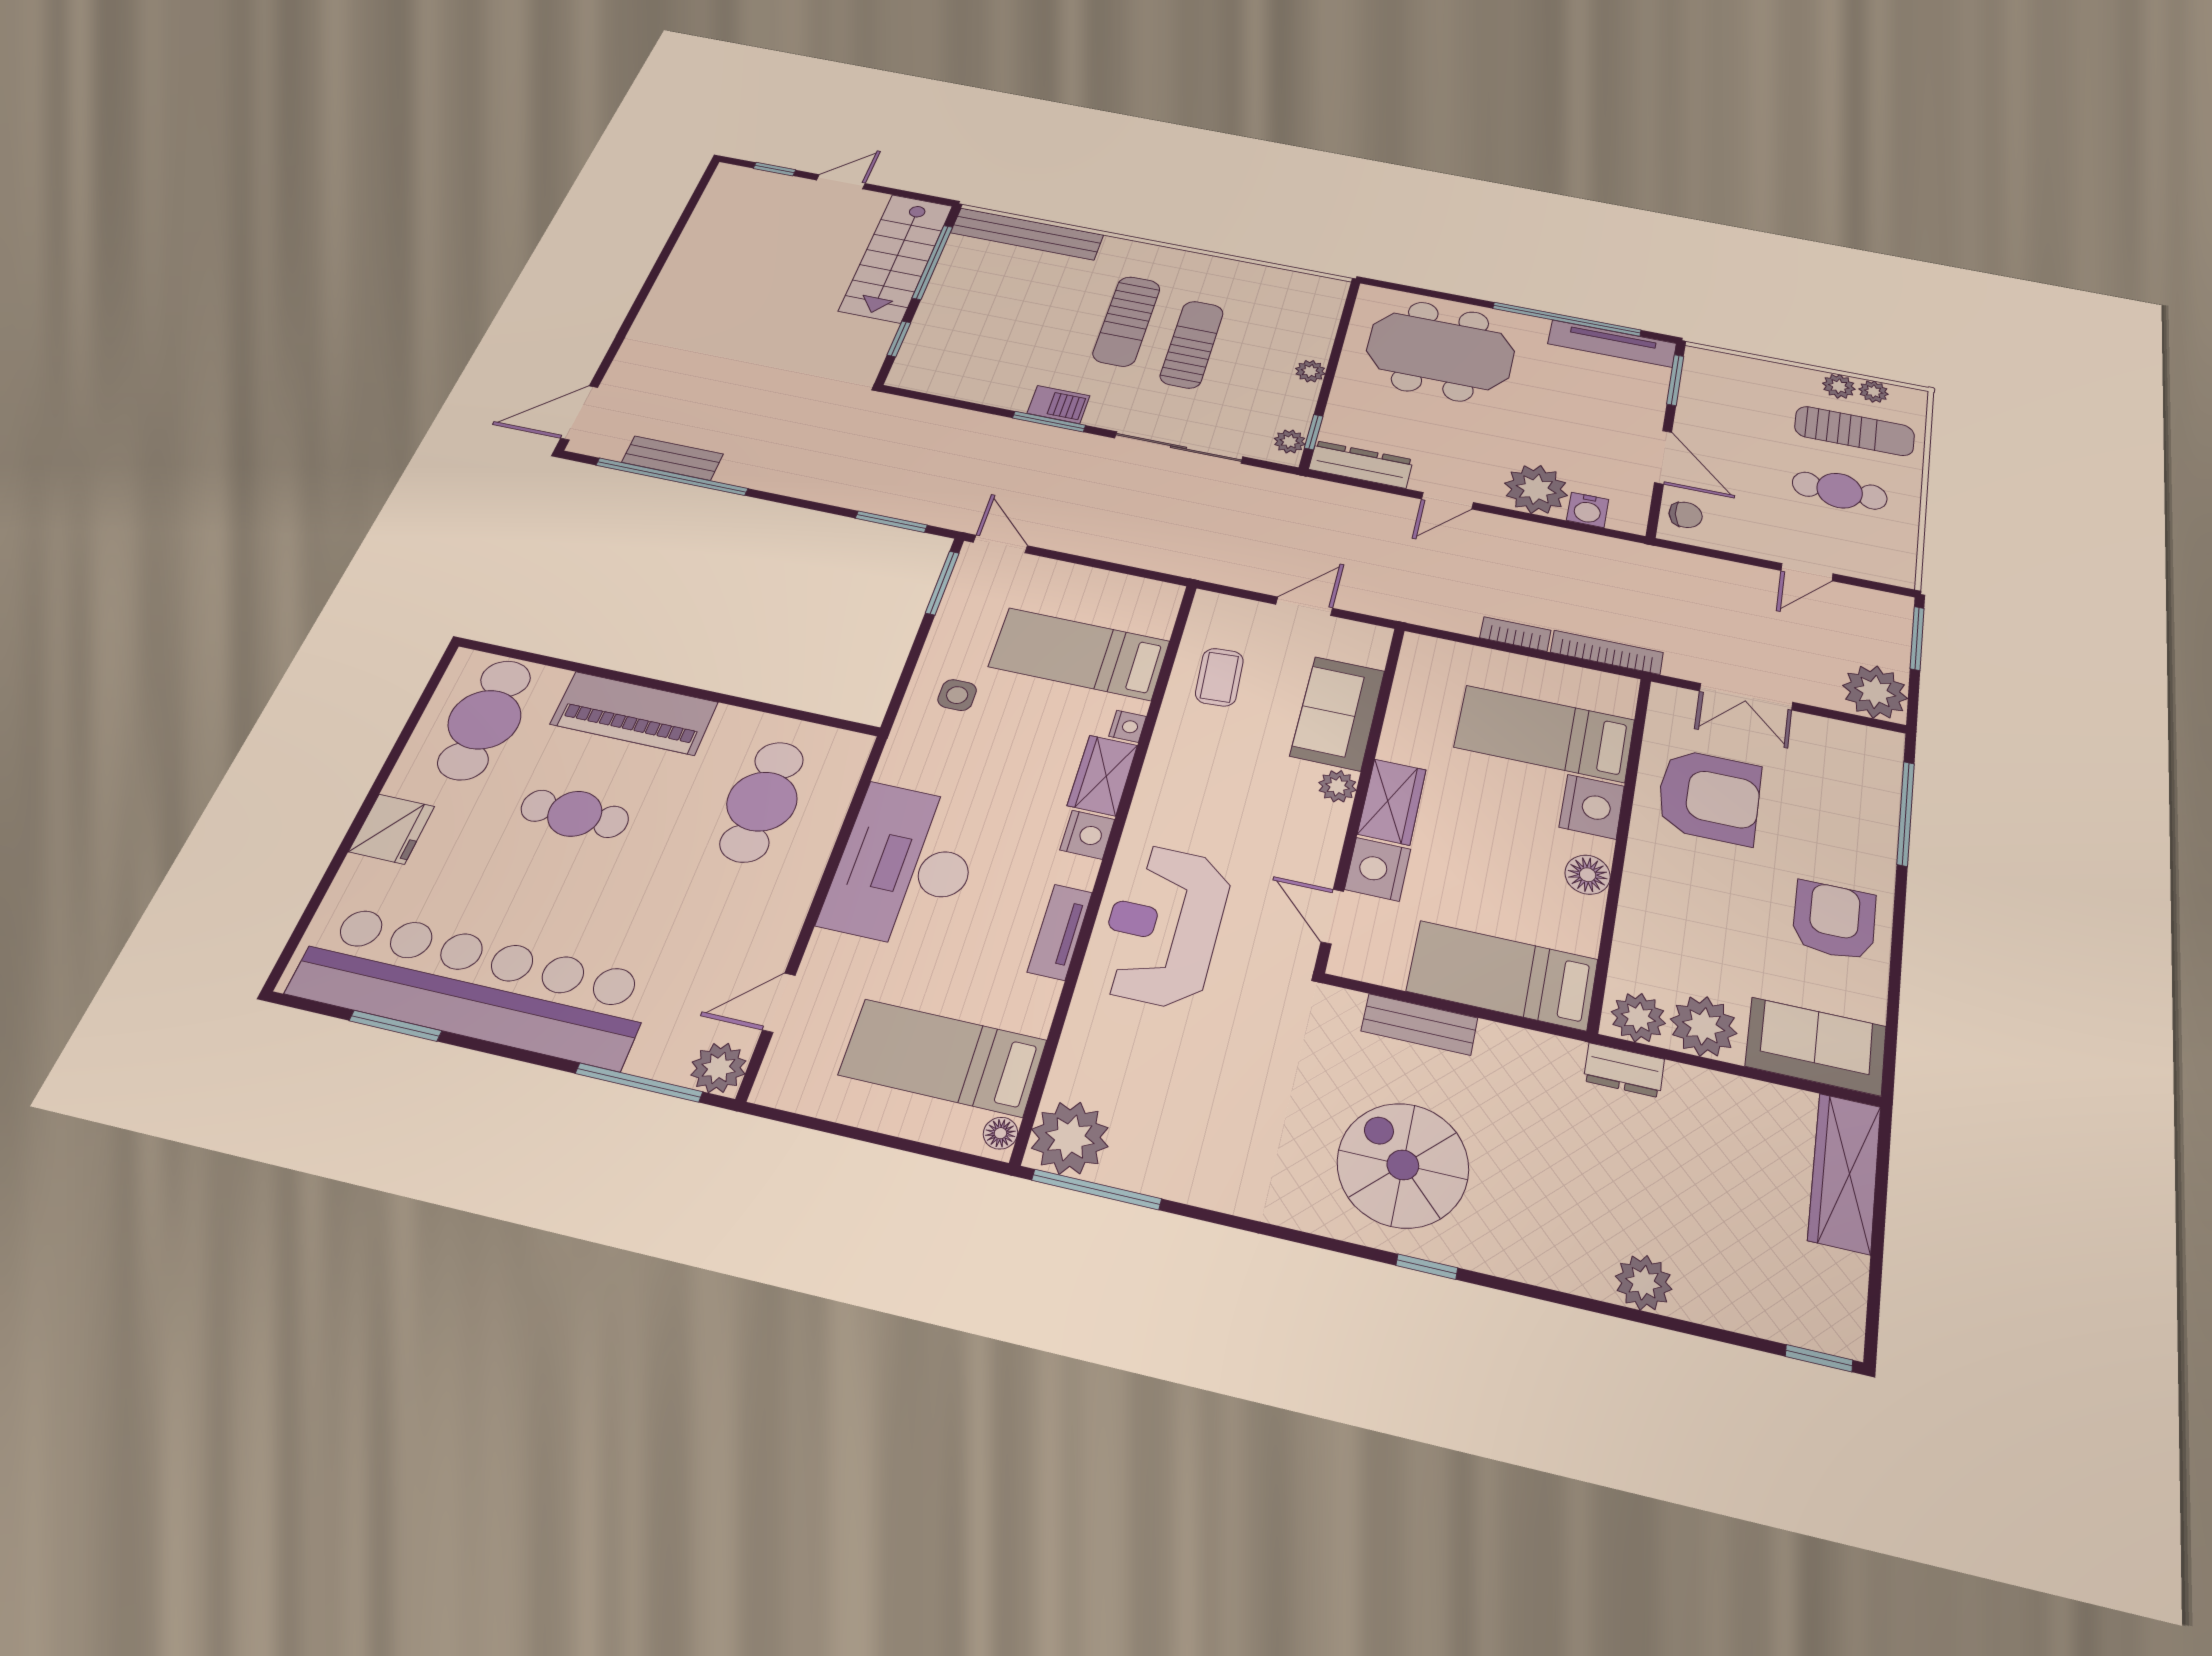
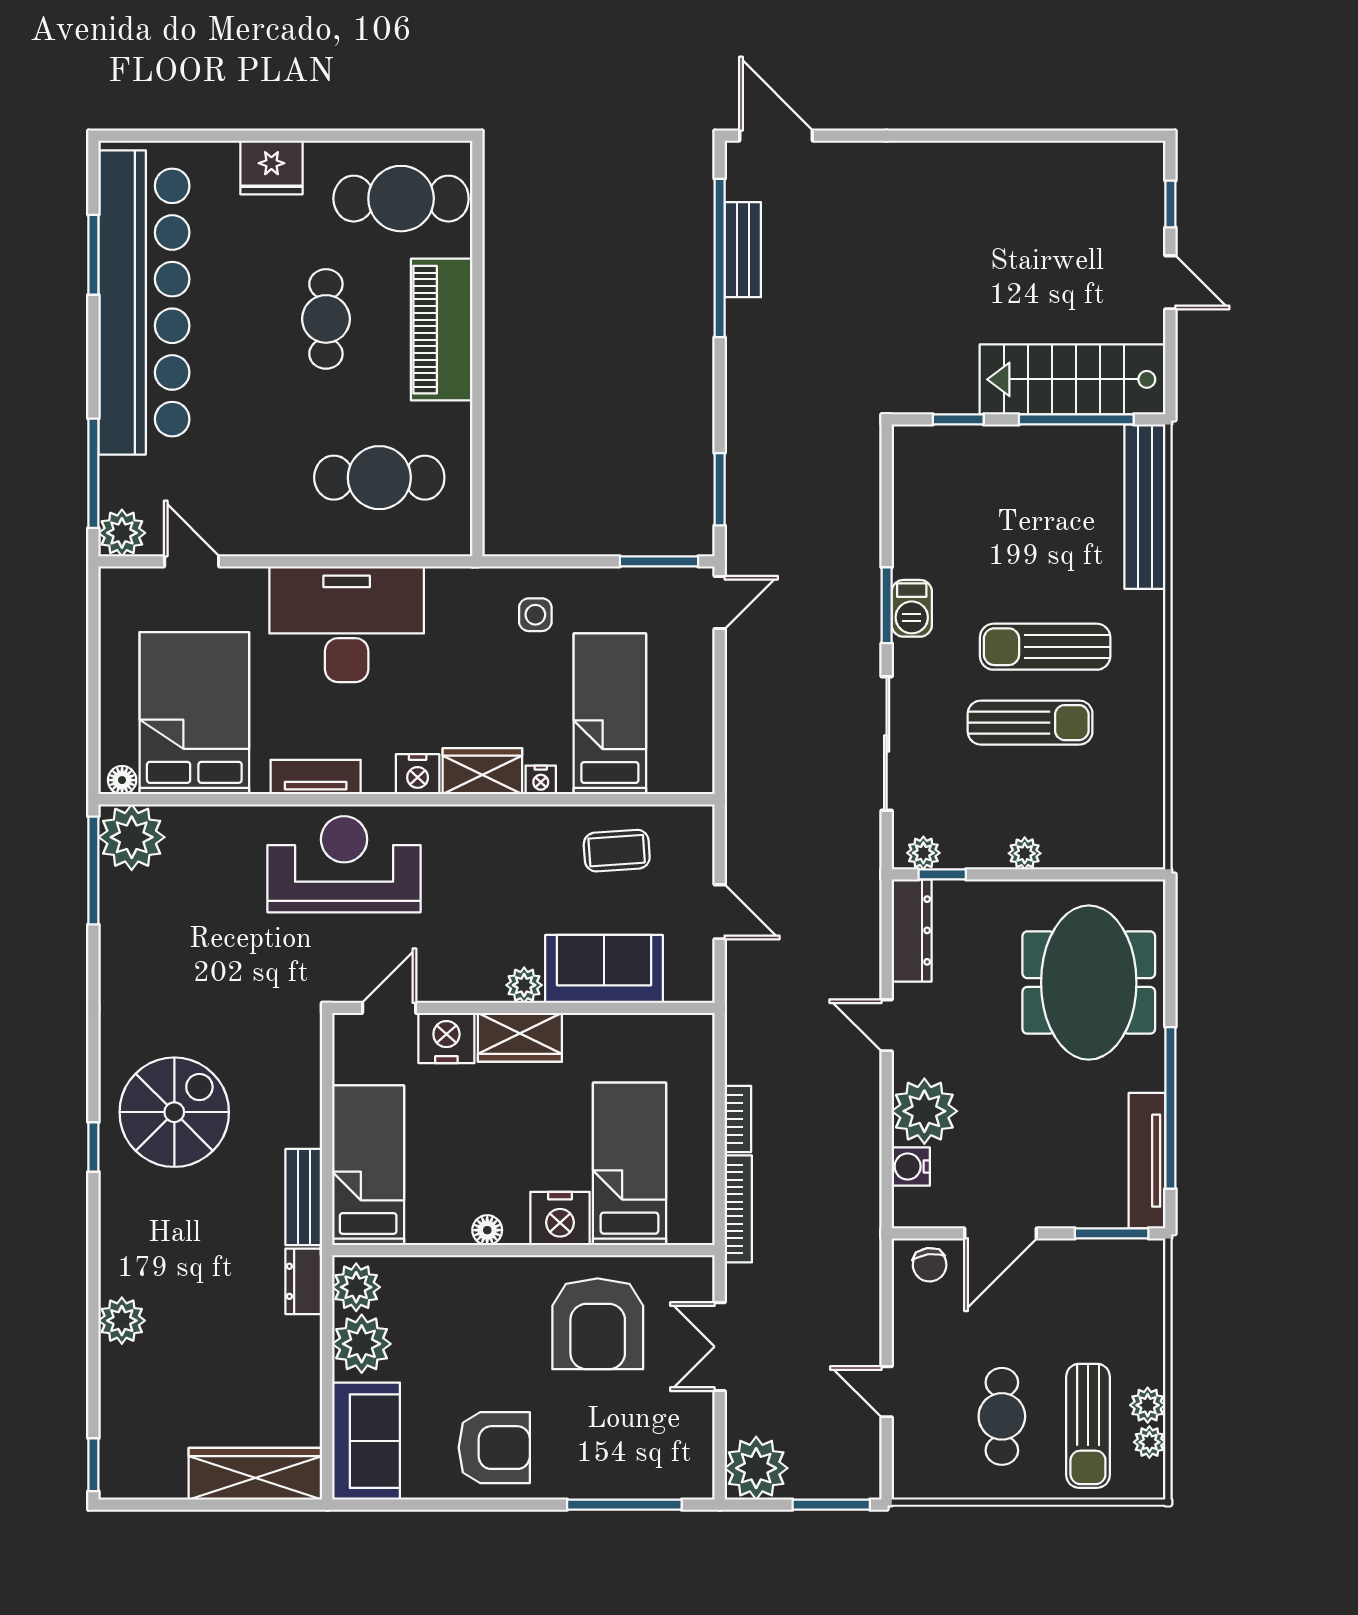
floor lamp: (1588, 875) -> (487, 1230), width x0.73, depth x0.73
bench: (1419, 1024) -> (304, 1197), moved
bed: (943, 1058) -> (194, 713), width x1.50

